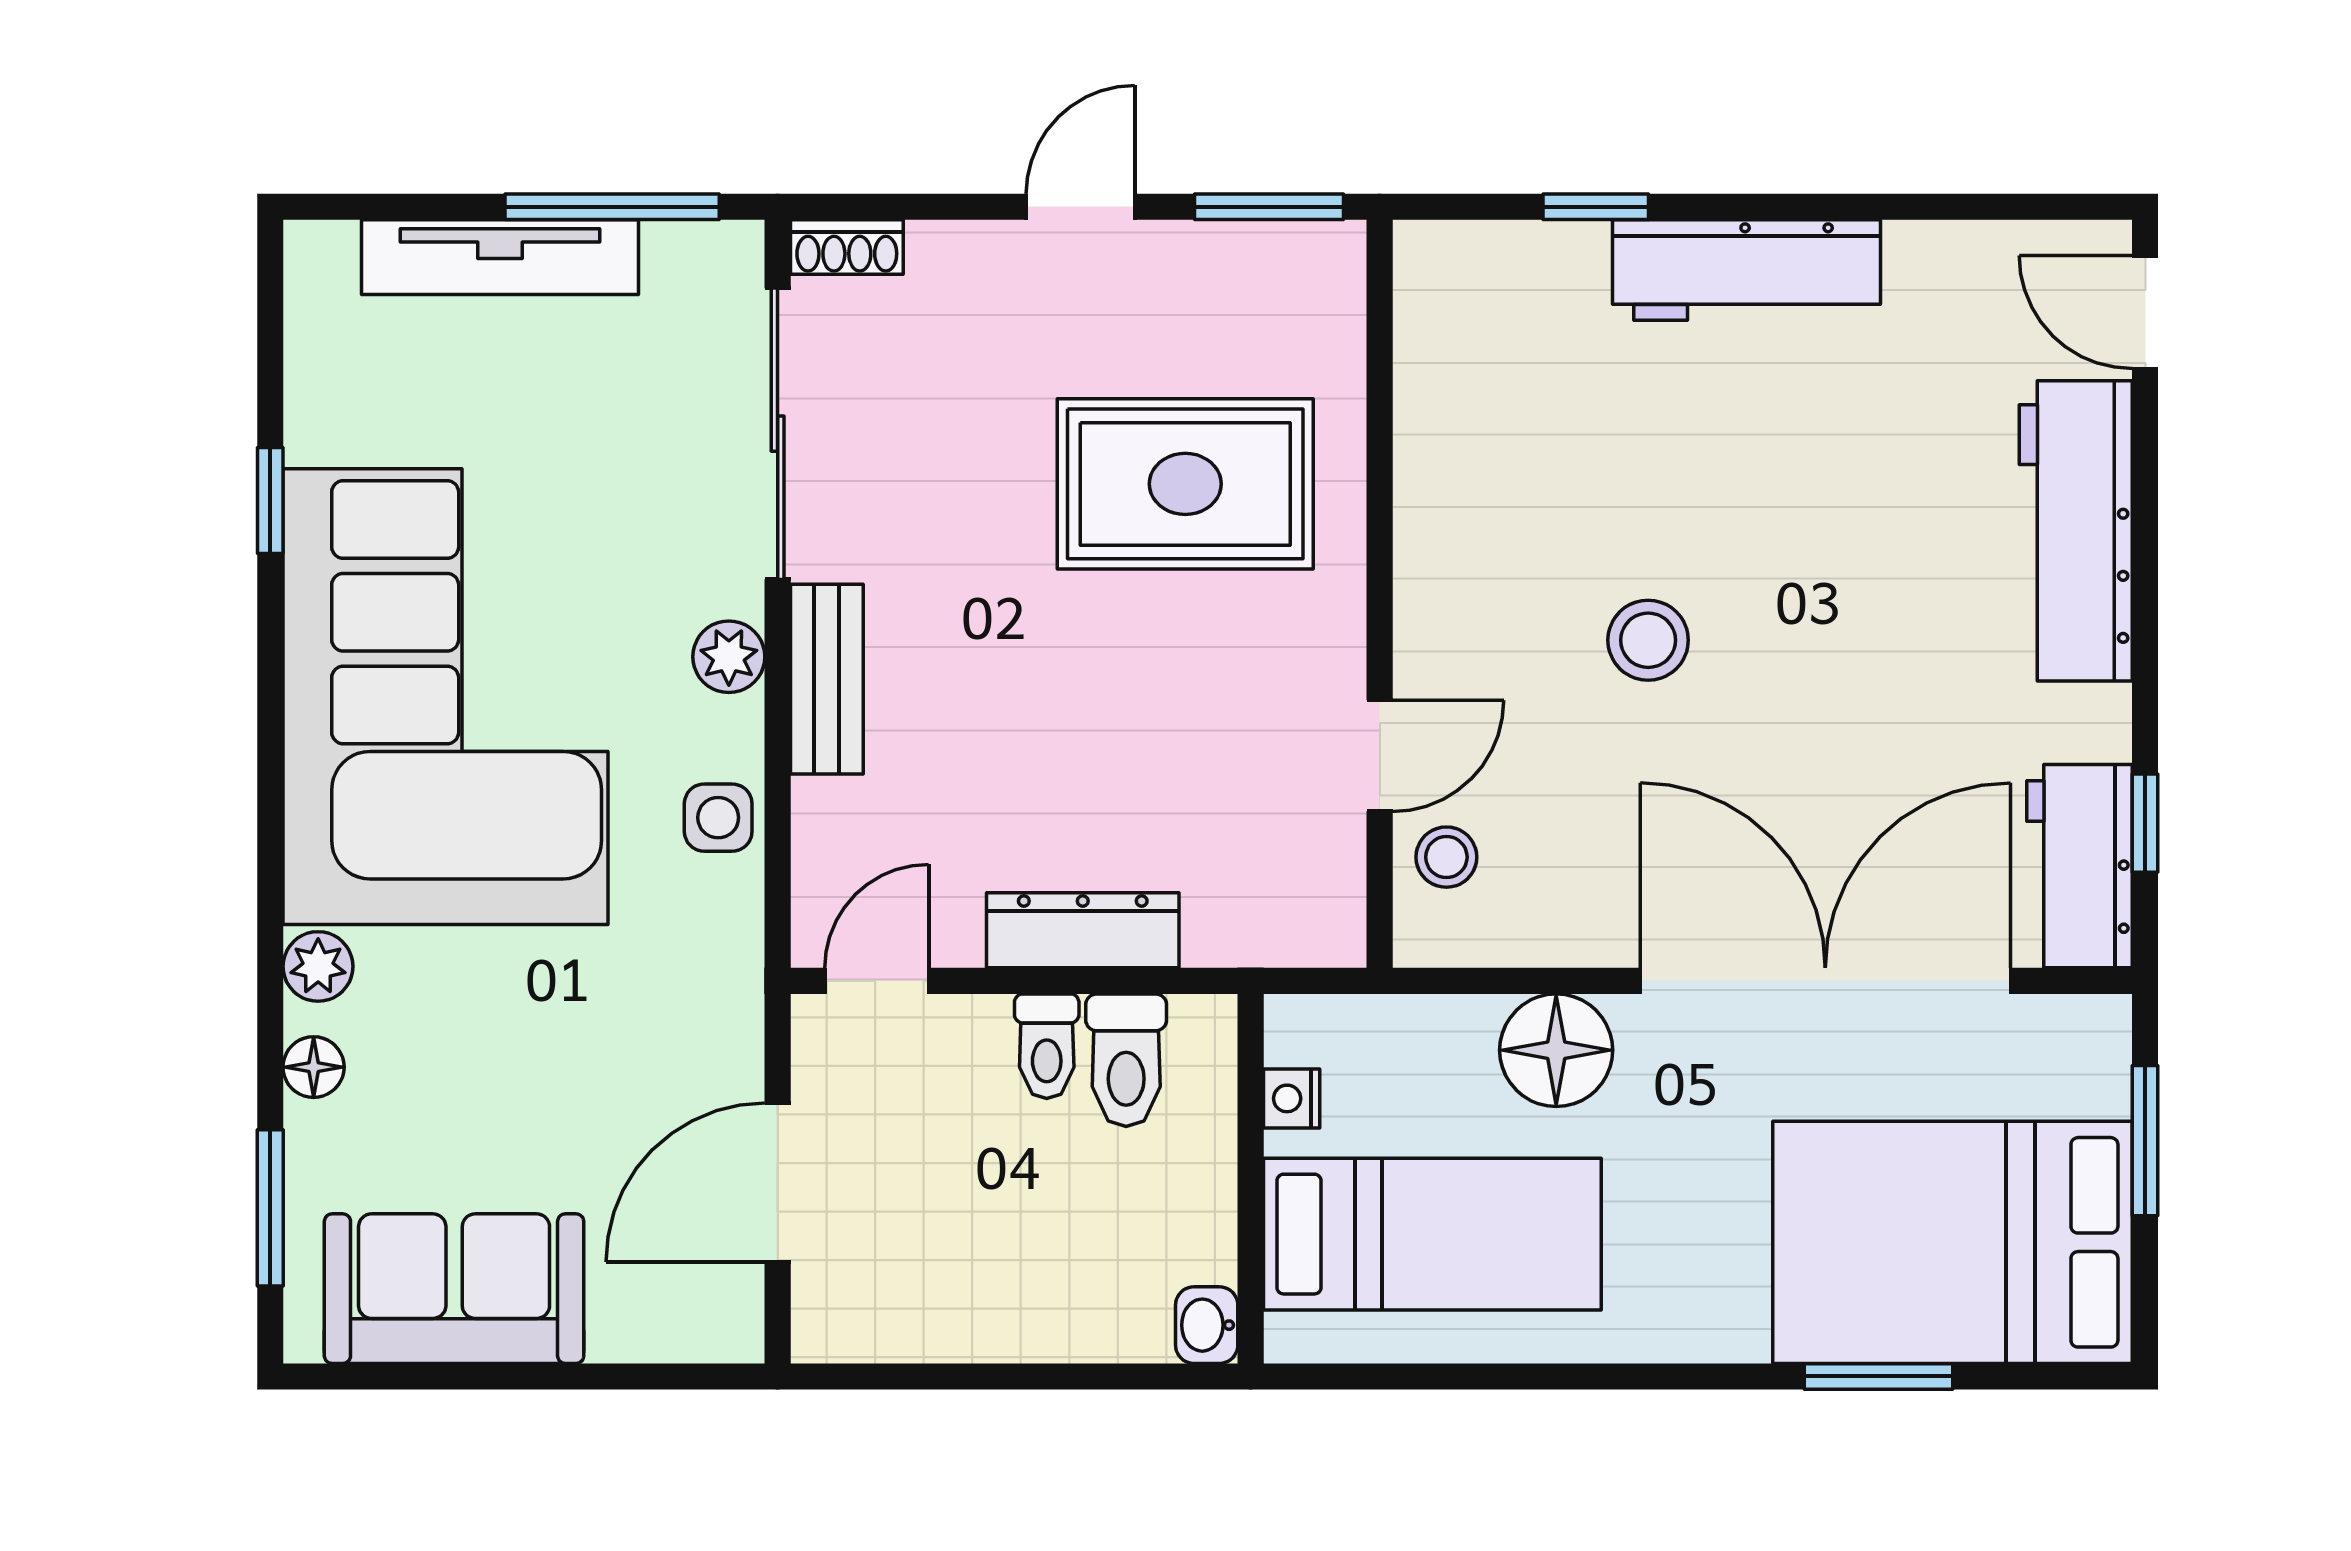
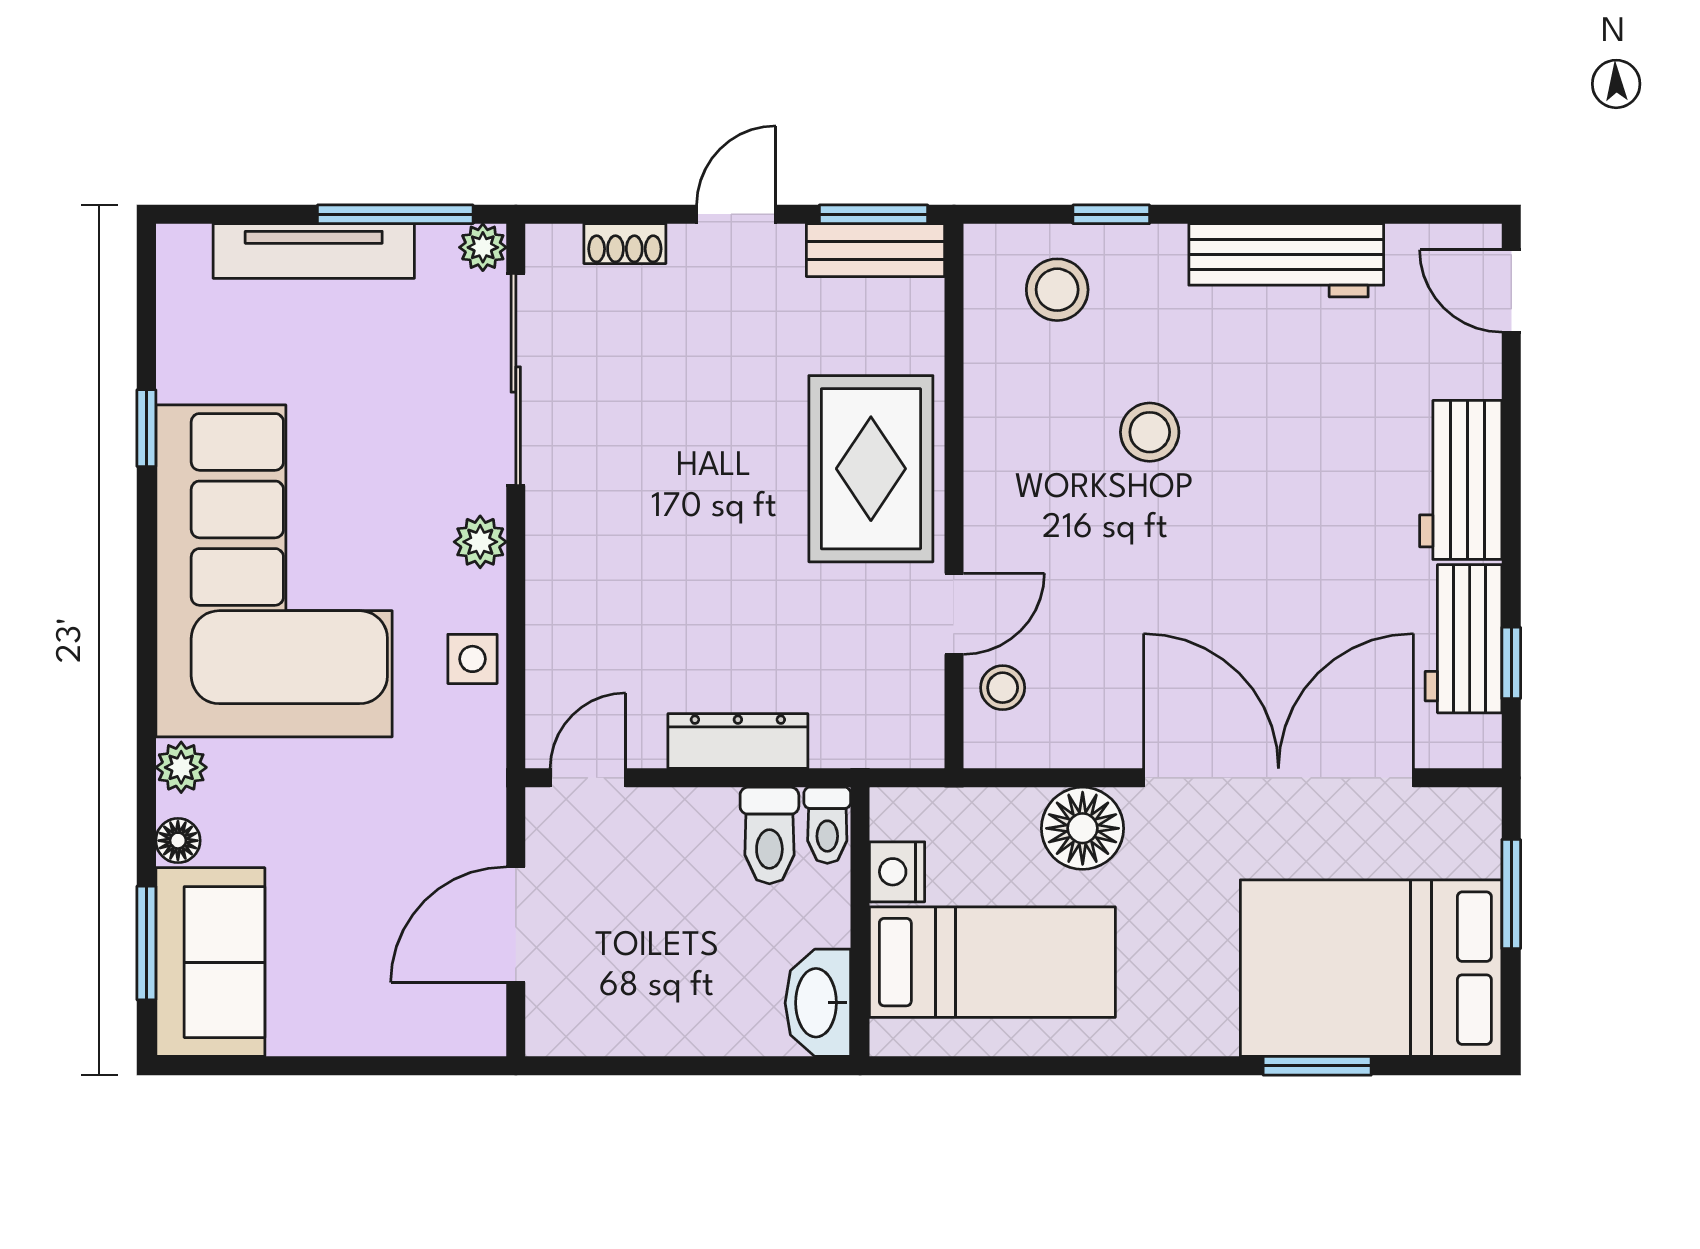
shoe rack: (847, 247) -> (625, 244), moved
plant: (732, 252) -> (483, 247), added
workbench: (1746, 270) -> (1286, 260), moved
stool: (1521, 310) -> (1057, 290), added
rug: (1185, 484) -> (871, 469), moved, turned 90
workbench: (2076, 531) -> (1461, 480), width x0.73
stool: (1648, 640) -> (1150, 432), moved
bench: (827, 679) -> (875, 250), moved, turned 90
workbench: (2080, 866) -> (1464, 639), moved
toilet: (1047, 1046) -> (827, 825), moved
nightstand: (1292, 1098) -> (897, 872), width x1.39, depth x1.35
sofa: (454, 1289) -> (210, 962), moved, turned 90
washbasin: (1207, 1325) -> (818, 1003), width x1.91, depth x1.45

